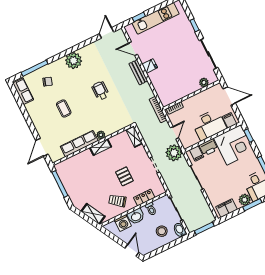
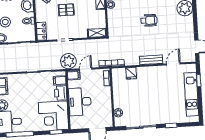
fridge: (150, 66) -> (131, 73), moved
filing cabinet: (230, 120) -> (74, 75), moved
door: (174, 133) -> (86, 69), swing flipped
locker: (144, 198) -> (41, 31), moved

